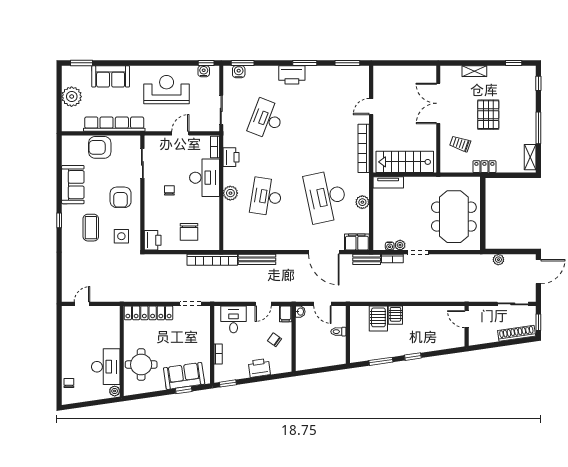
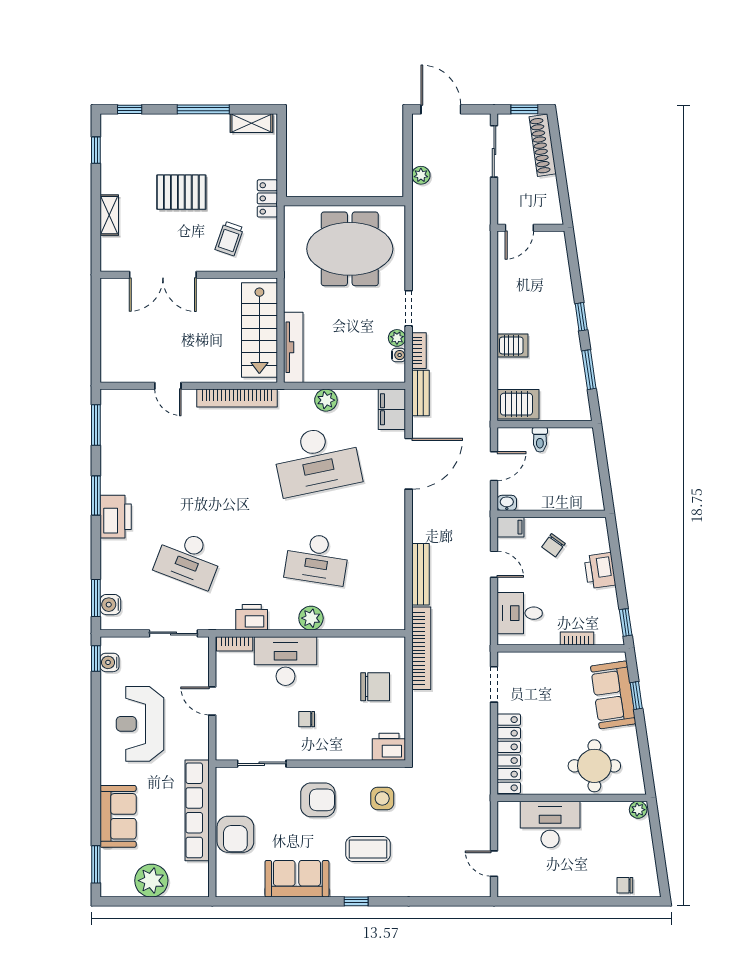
tv unit: (388, 182) -> (293, 347), width x1.41
server rack: (378, 318) -> (518, 404), moved
desk: (106, 367) -> (550, 824), moved

